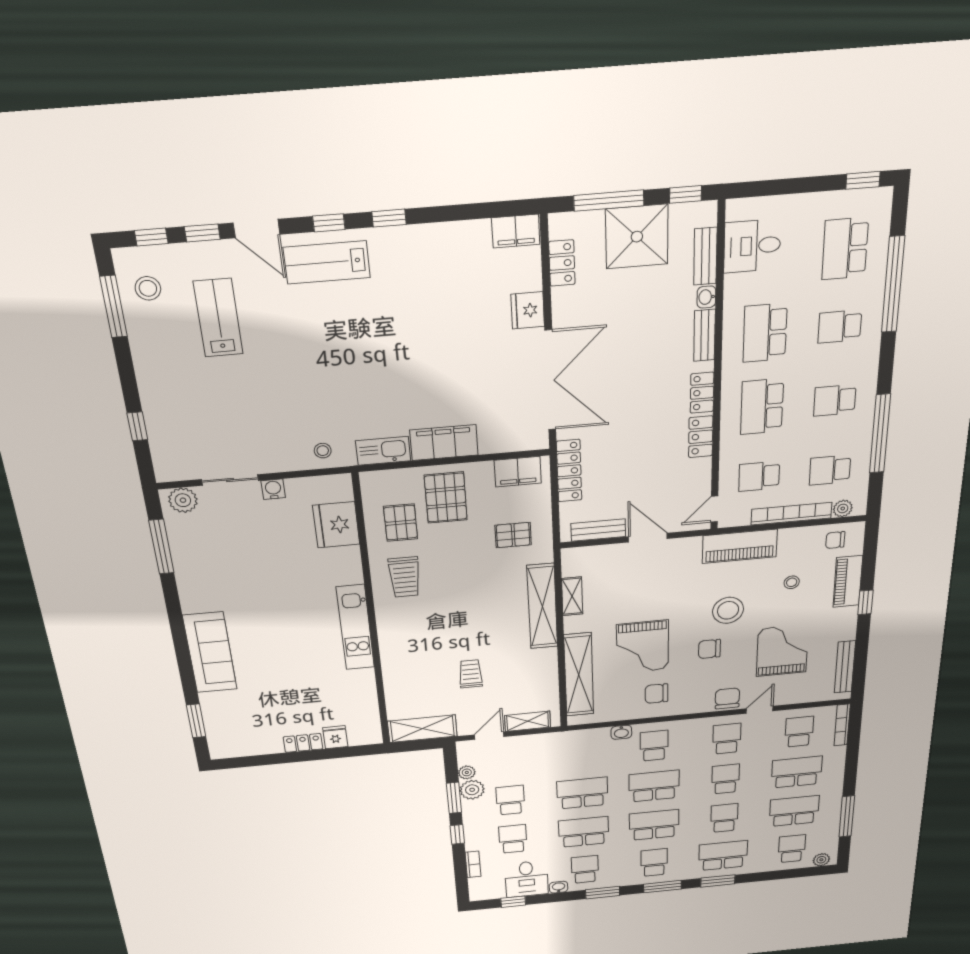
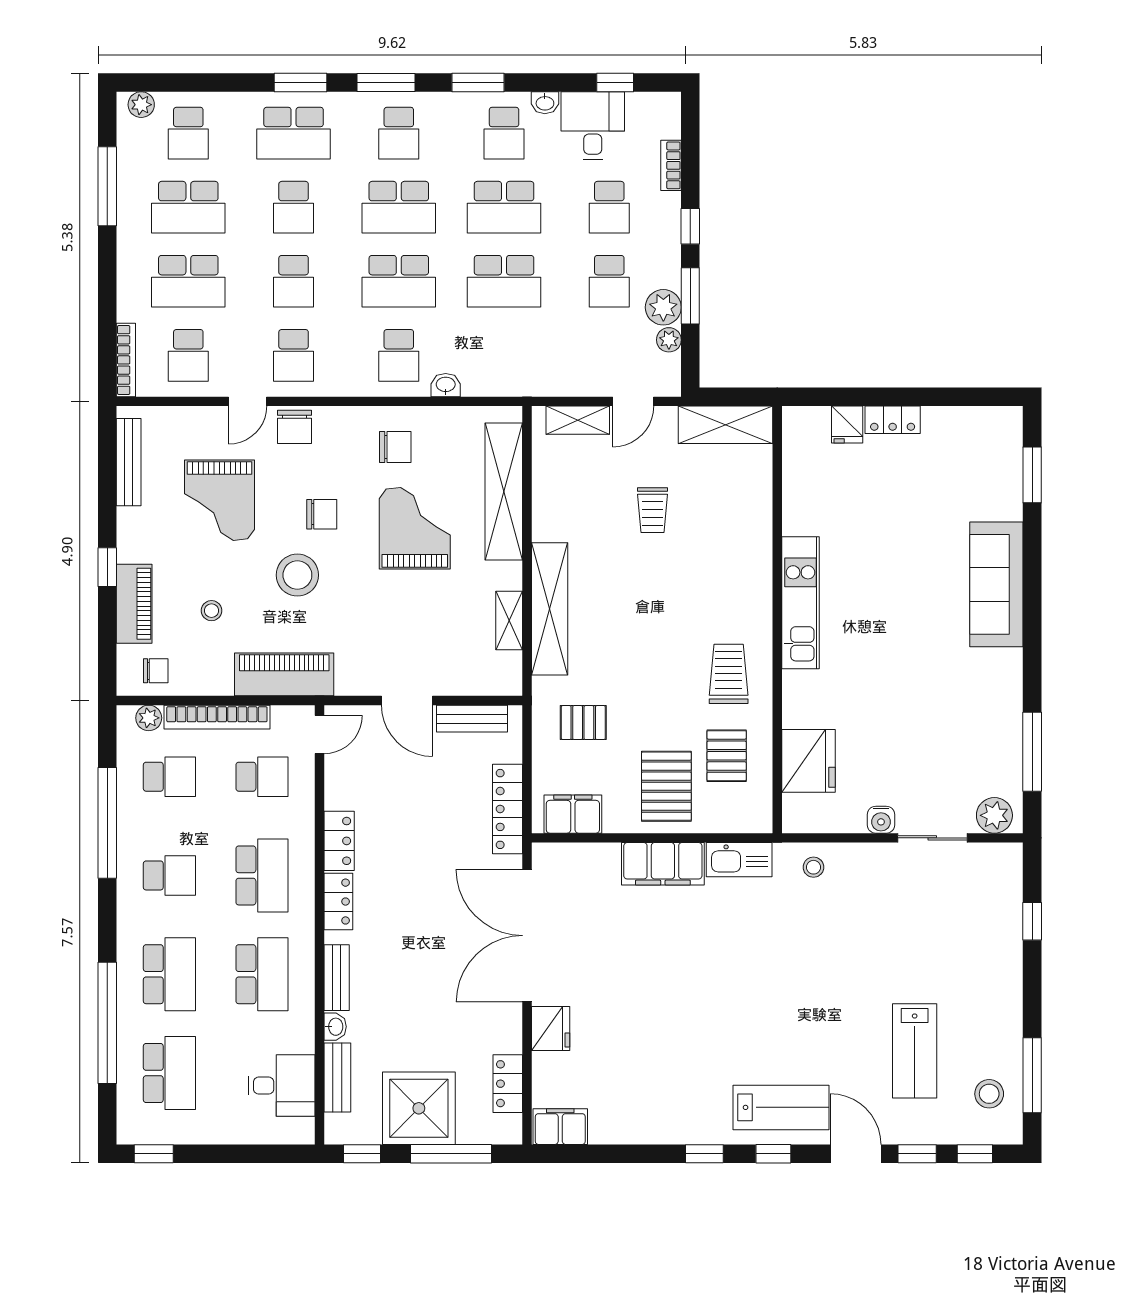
school desk: (840, 327) -> (169, 974), width x1.85

